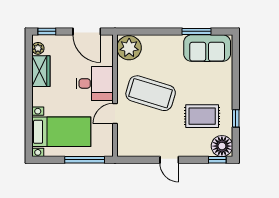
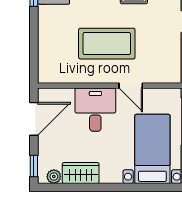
plant: (129, 48) -> (53, 69), removed
coffee table: (151, 93) -> (107, 44), turned 73

